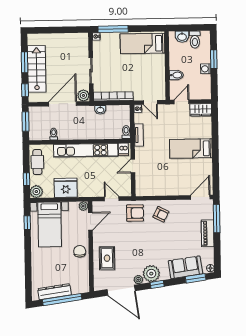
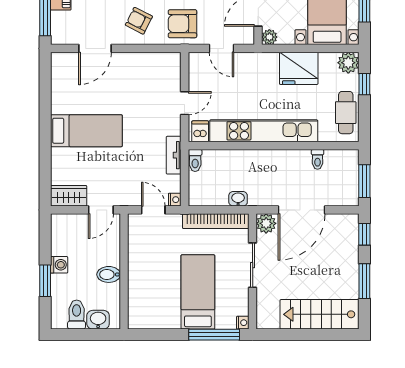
bed: (142, 44) -> (198, 292), moved, turned -90
stairs: (37, 69) -> (320, 314), moved, turned 90
bidet: (176, 75) -> (109, 274), moved
door: (200, 197) -> (95, 48), moved

